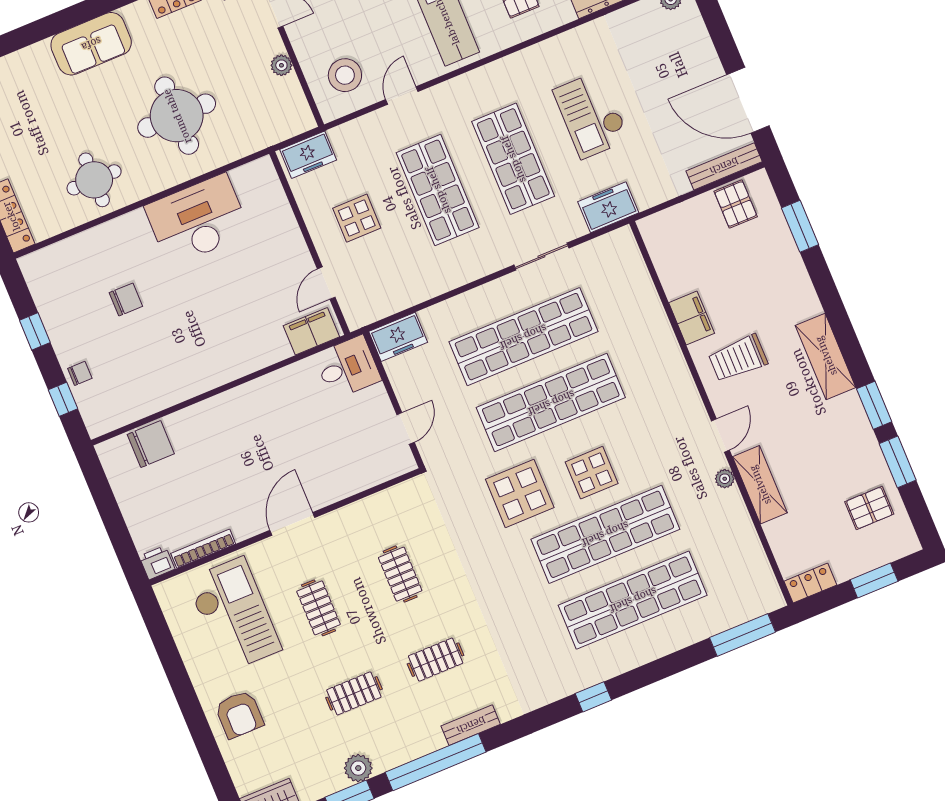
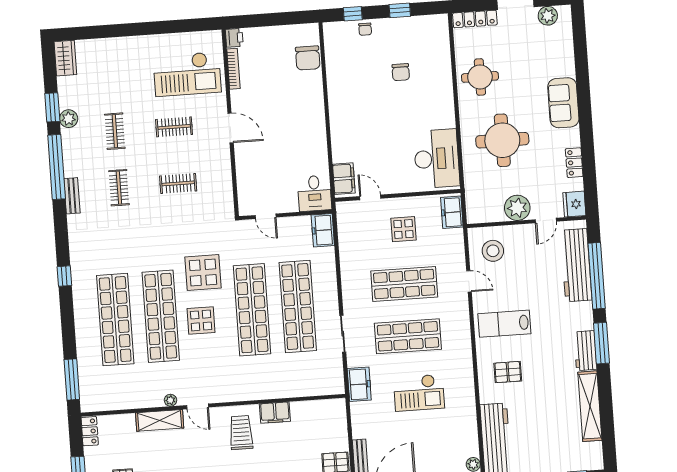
plant: (281, 65) -> (517, 208), width x1.87, depth x1.87
checkout: (591, 115) -> (419, 393), turned 180
desk: (197, 220) -> (437, 159), moved
armchair: (239, 714) -> (125, 57), removed

